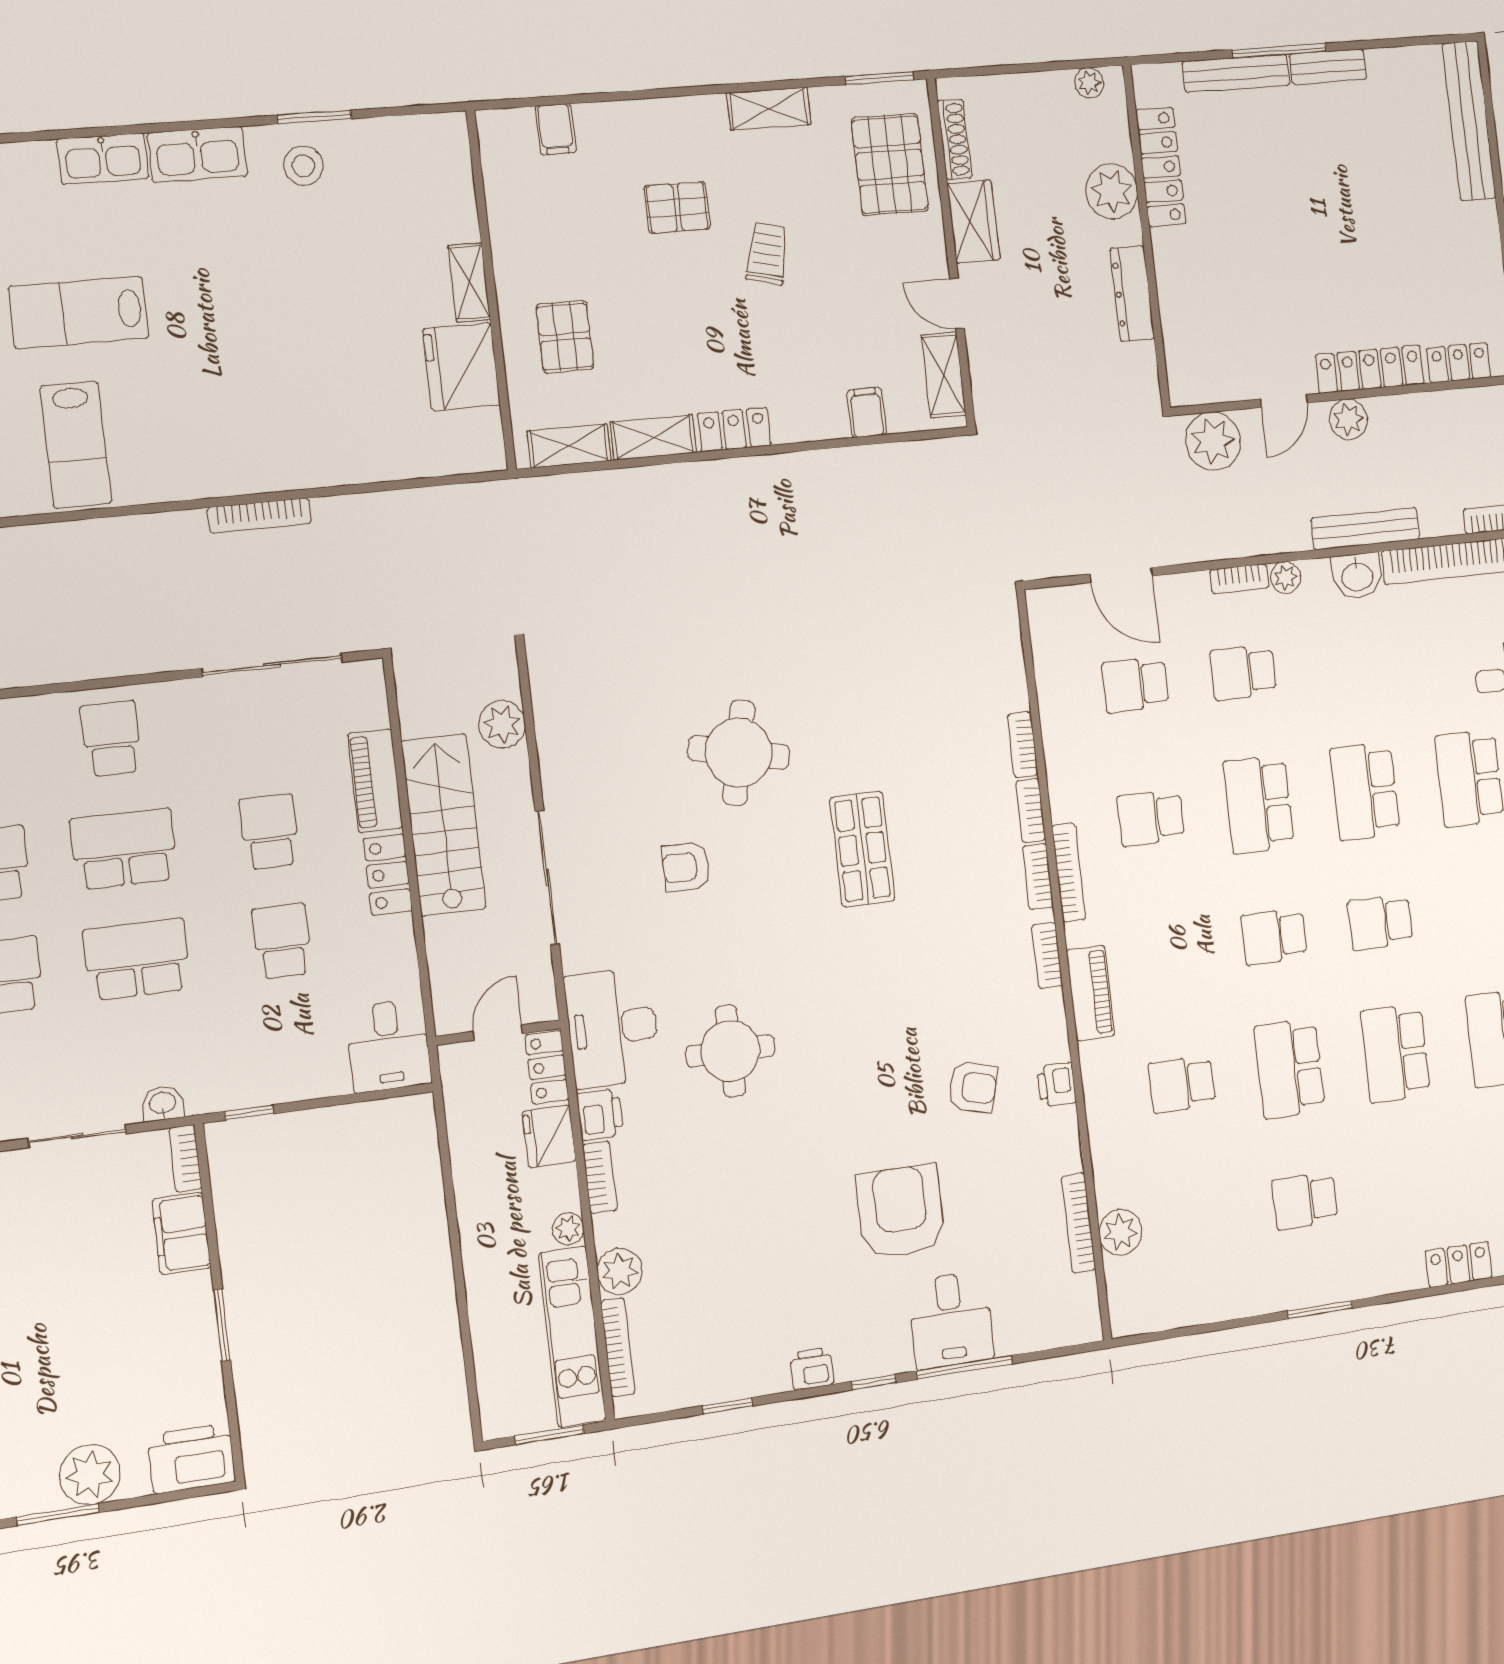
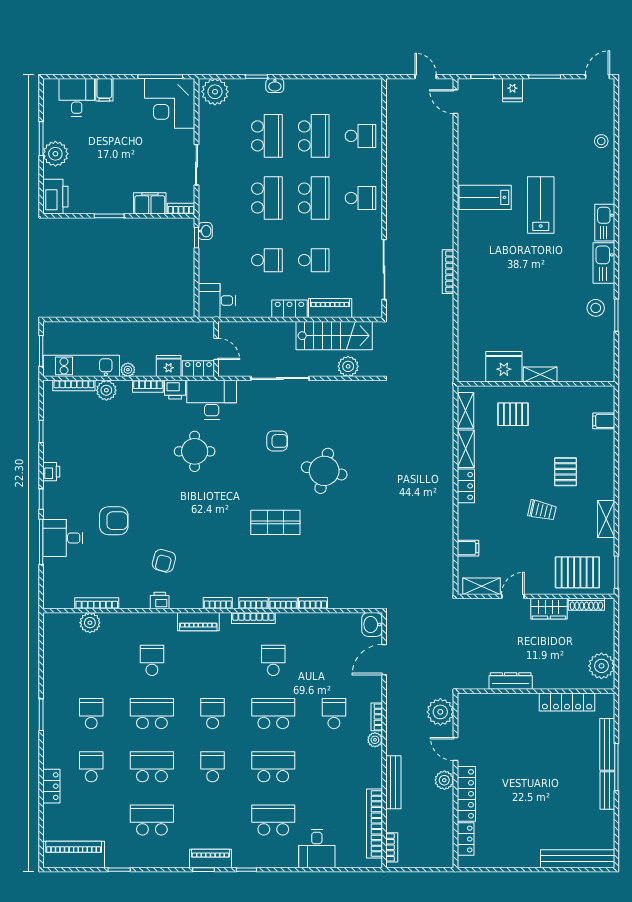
plant: (1089, 83) -> (601, 666), width x1.88, depth x1.88
plant: (1112, 191) -> (558, 677), removed
washbasin: (1357, 576) -> (372, 624), moved
school desk: (1135, 685) -> (91, 767), moved
stairs: (444, 825) -> (334, 336), moved
armchair: (686, 867) -> (277, 441), turned 90
washbasin: (163, 1103) -> (205, 231), moved
armchair: (901, 1212) -> (114, 521), width x0.73, depth x0.73

